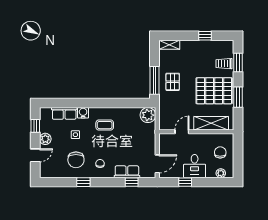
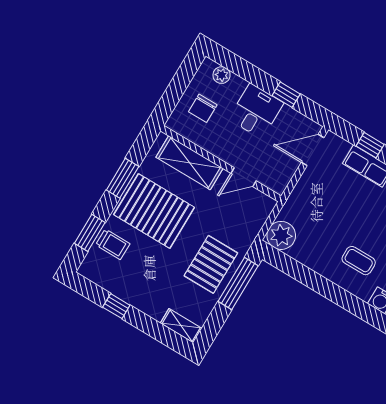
pallet: (173, 82) -> (211, 264), width x1.50, depth x1.42

